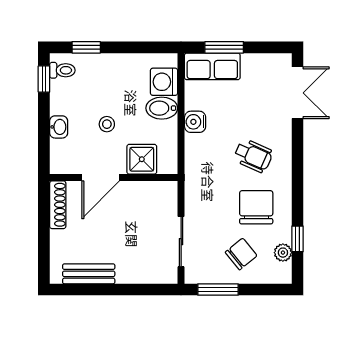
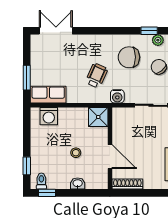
row of seats: (212, 66) -> (48, 95), moved, turned -90
bidet: (162, 108) -> (66, 118), removed
water cooler: (195, 122) -> (117, 96), moved
wheelchair: (253, 156) -> (97, 76), moved
shower: (142, 159) -> (98, 117), moved

